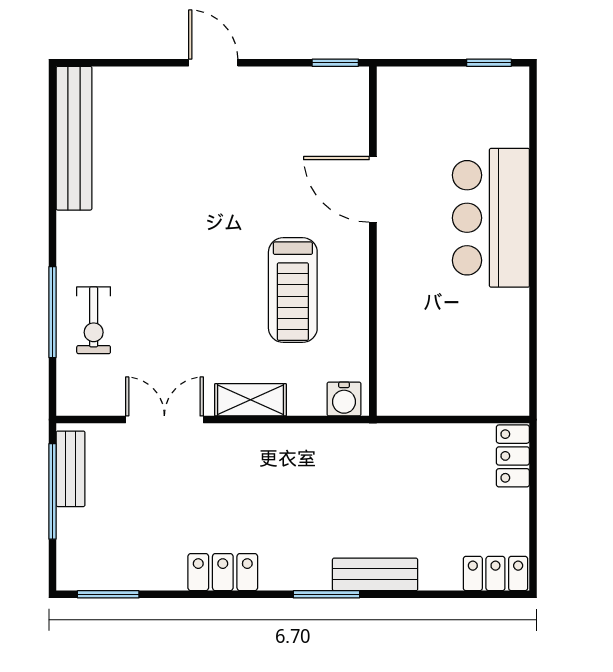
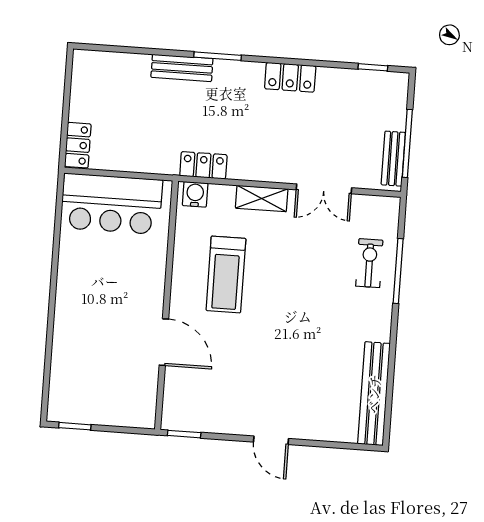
bar counter: (491, 218) -> (112, 204), moved, turned 90
treadmill: (293, 290) -> (226, 274), turned 180
locker: (495, 574) -> (203, 165), moved, turned 180
window: (108, 594) -> (373, 67), width x0.67

